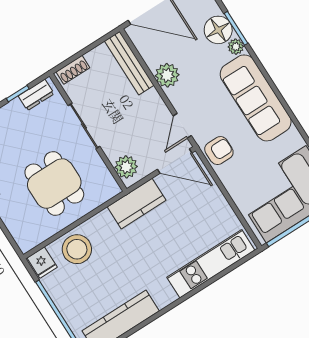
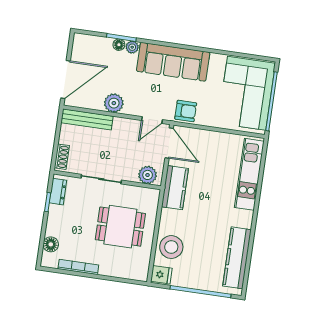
floor lamp: (218, 30) -> (119, 45), width x0.53, depth x0.53
door: (182, 126) -> (152, 120), hinge flipped
armchair: (219, 151) -> (186, 111), turned 90
door: (175, 161) -> (169, 143), hinge flipped

